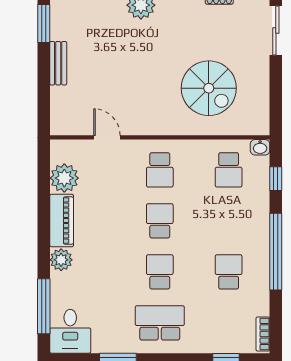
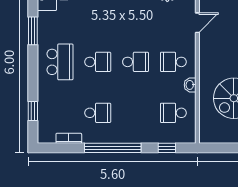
washbasin: (260, 147) -> (190, 85), moved
bookcase: (263, 334) -> (69, 138), moved

